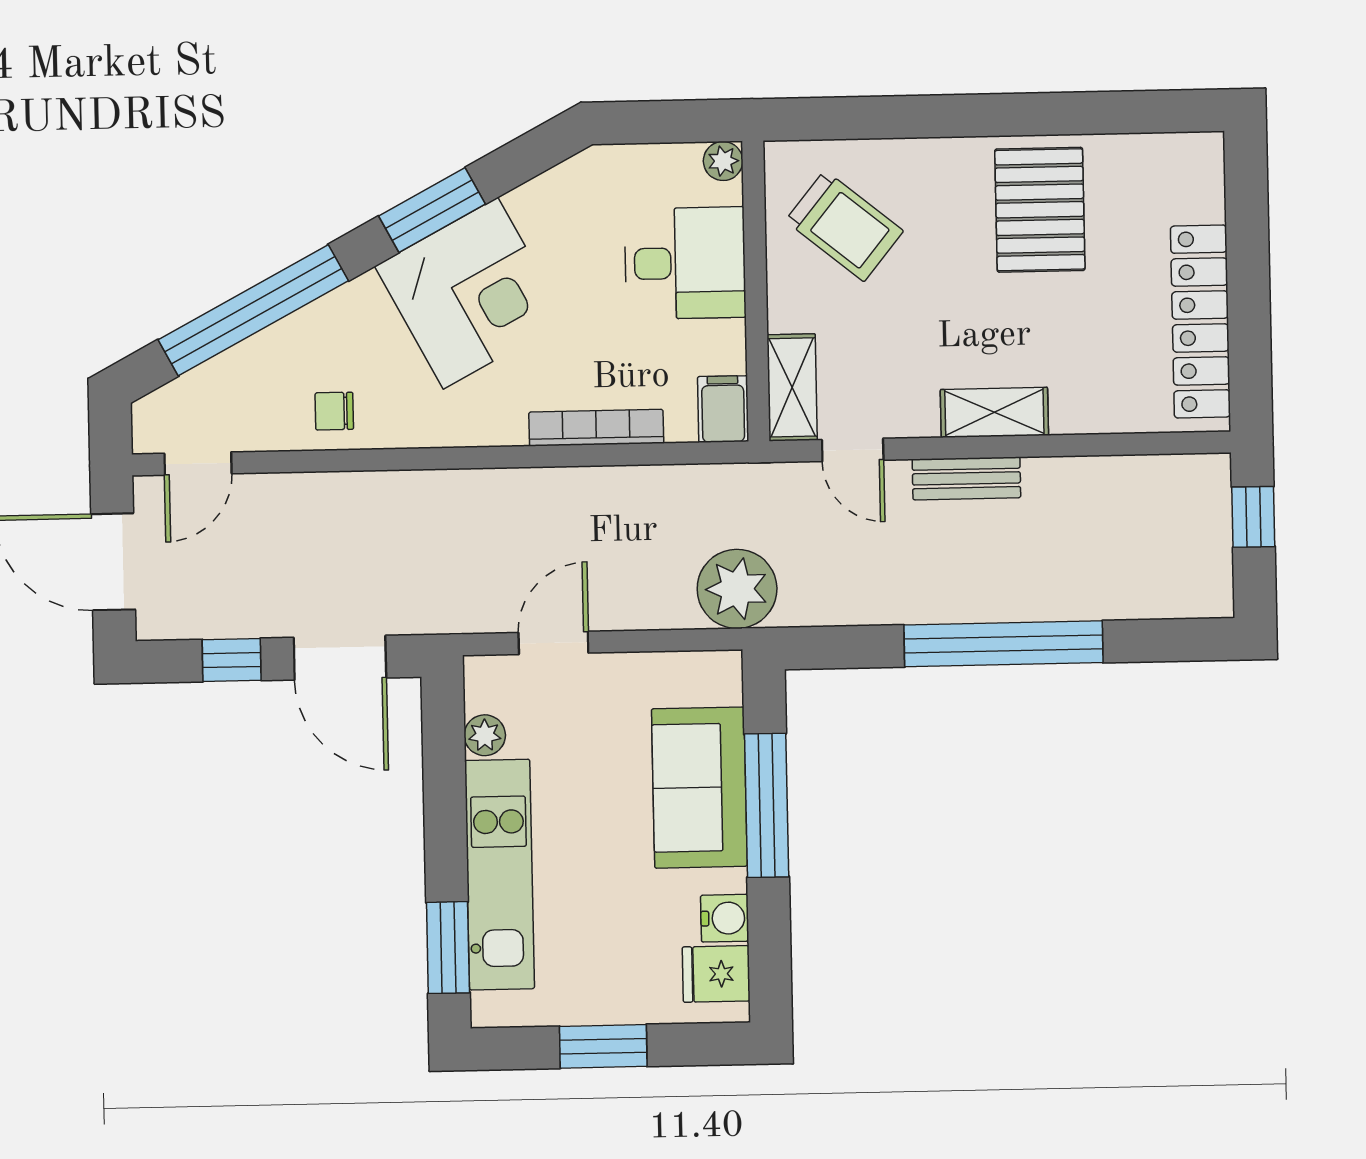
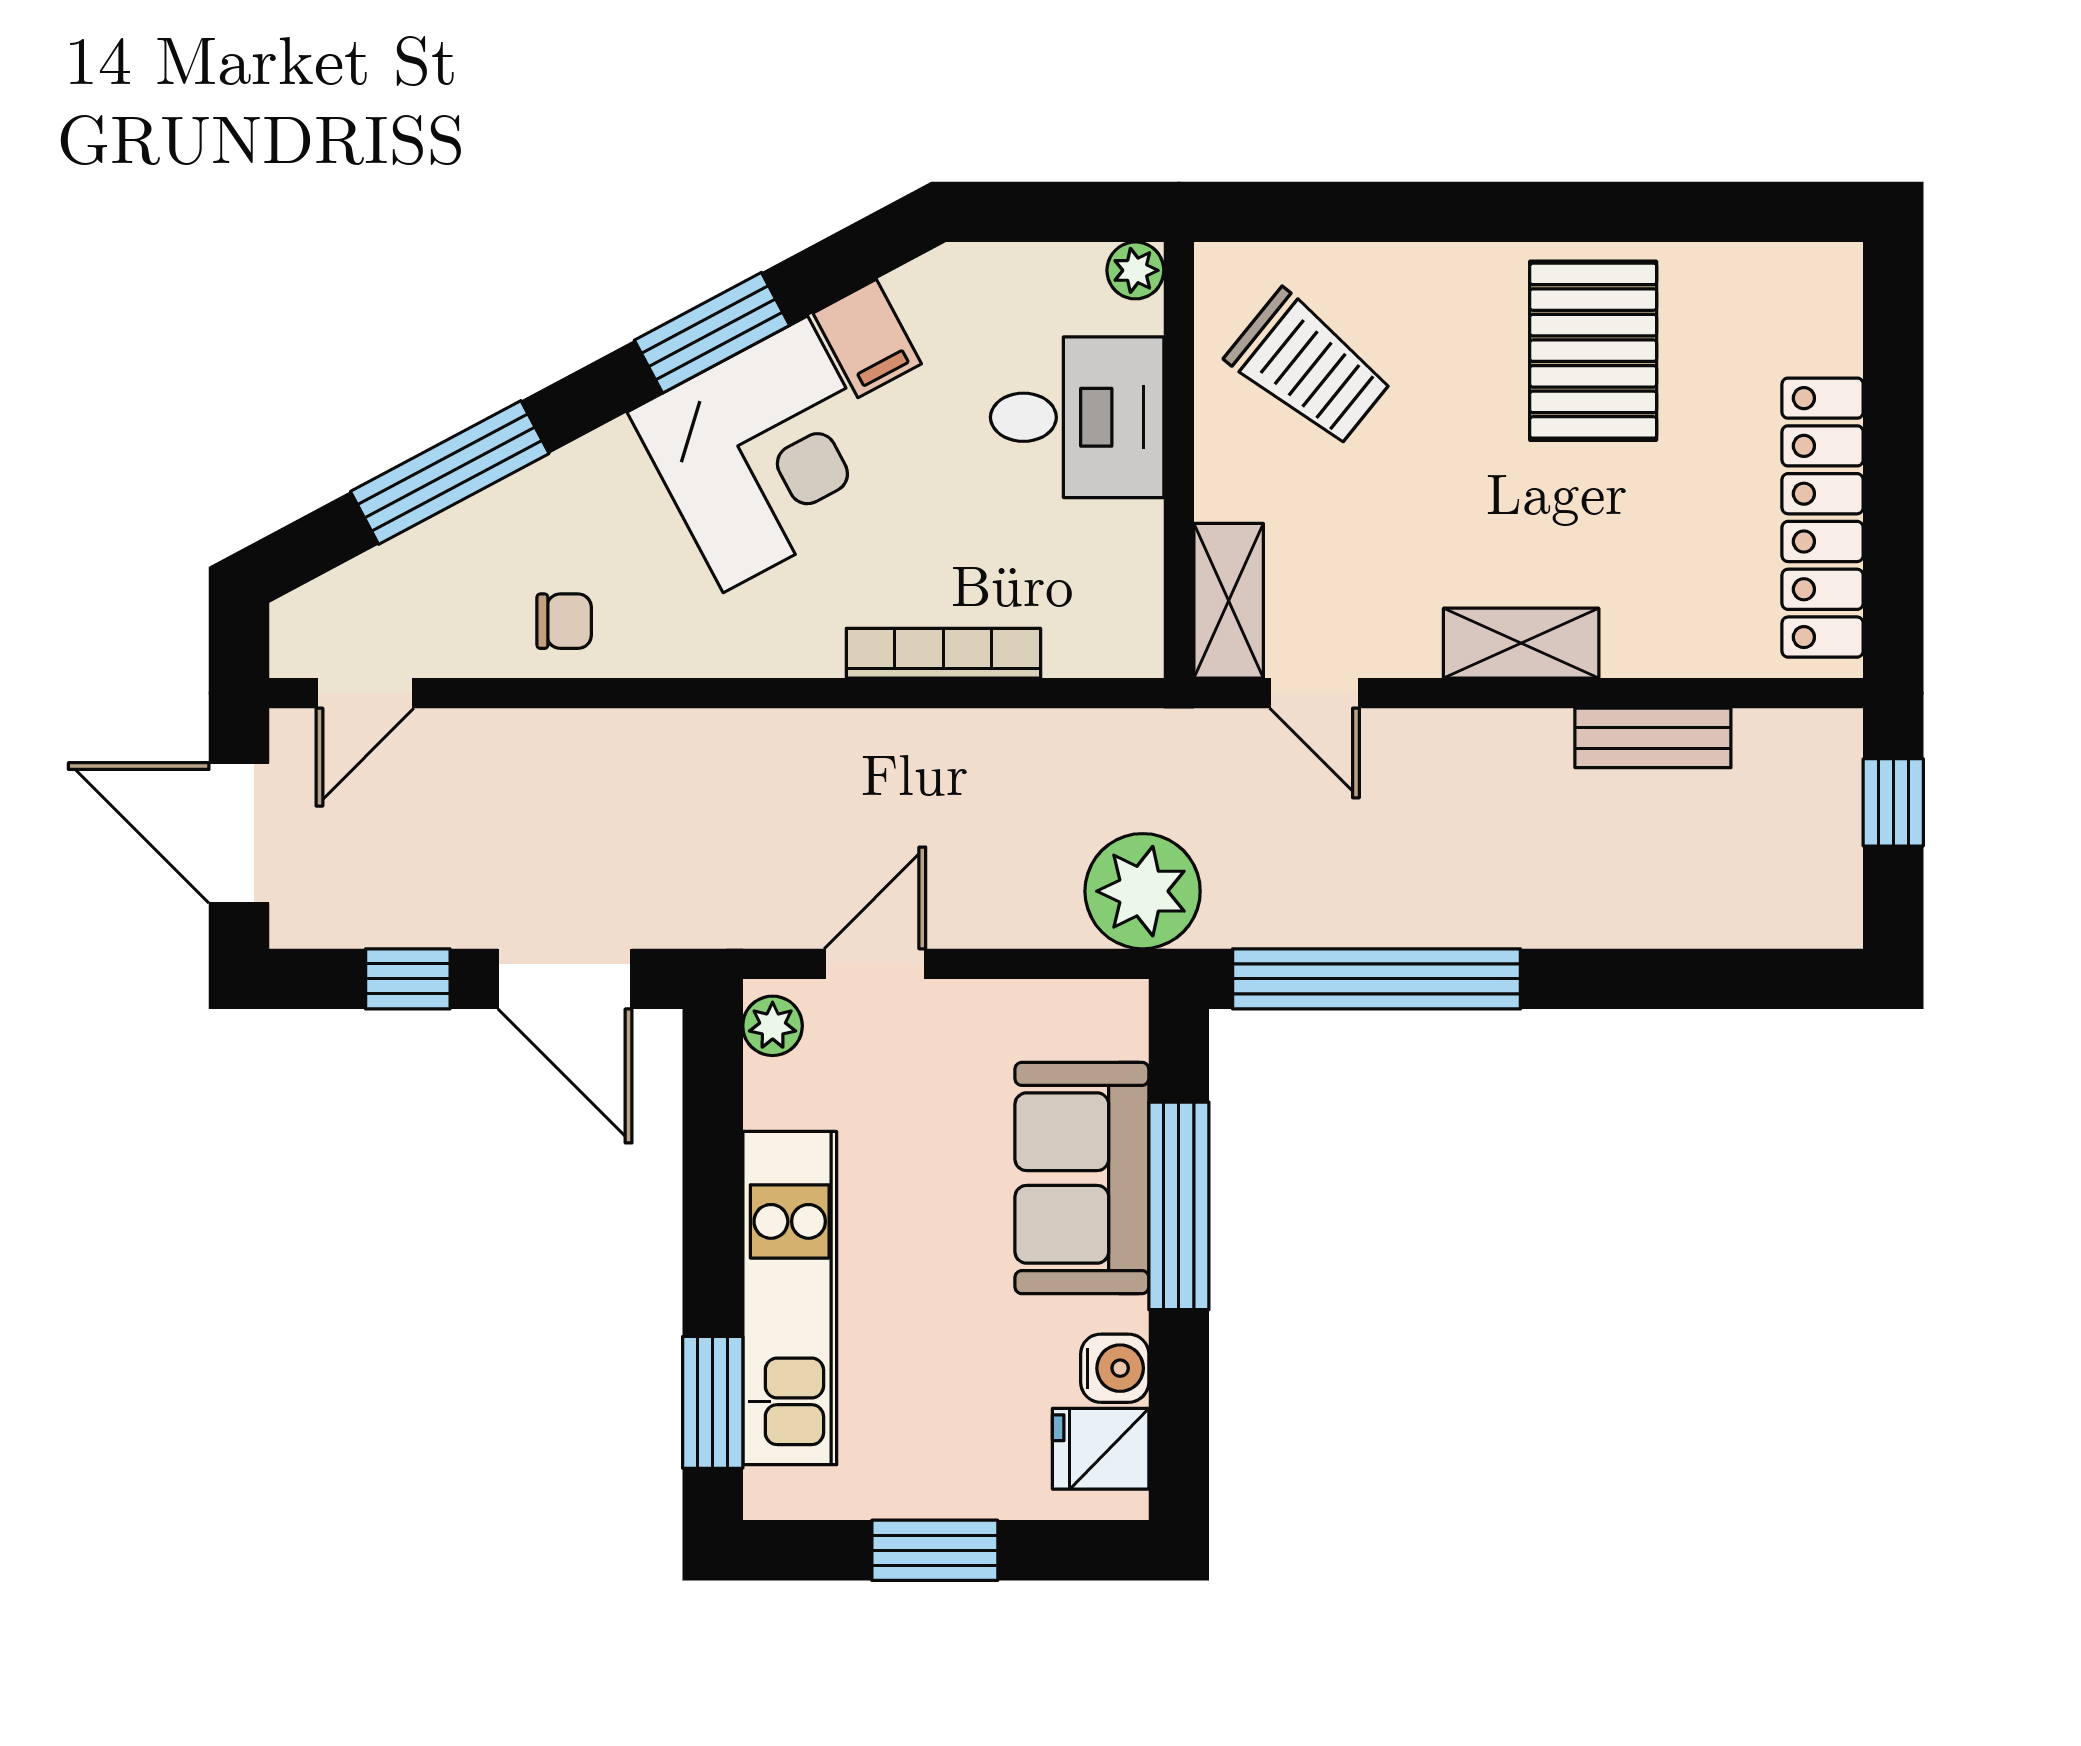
window: (253, 310) -> (450, 473), width x0.68
filing cabinet: (723, 409) -> (867, 338), moved, turned 152
chair: (334, 411) -> (564, 621), turned 180
bench: (966, 478) -> (1653, 738), moved
window: (1003, 644) -> (1376, 979), moved
plant: (485, 735) -> (773, 1026), moved

